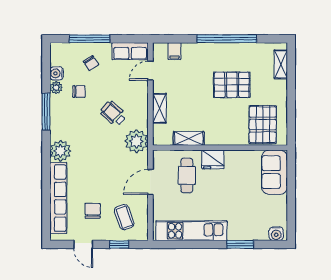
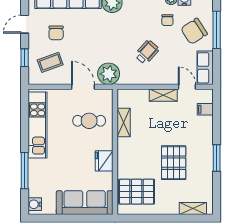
window: (227, 39) -> (217, 158), width x0.47
chair: (91, 63) -> (194, 31), width x1.87, depth x1.87
shelving: (159, 108) -> (163, 95), moved
plant: (136, 141) -> (109, 74), moved
fridge: (213, 159) -> (104, 161), moved
sofa: (274, 172) -> (85, 203), width x1.36
chair: (93, 211) -> (56, 33), turned 90
window: (240, 244) -> (25, 171), width x1.44

